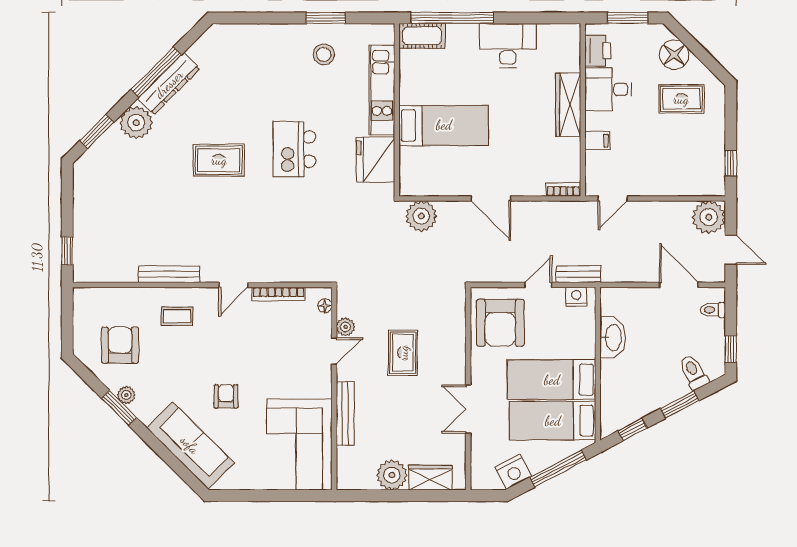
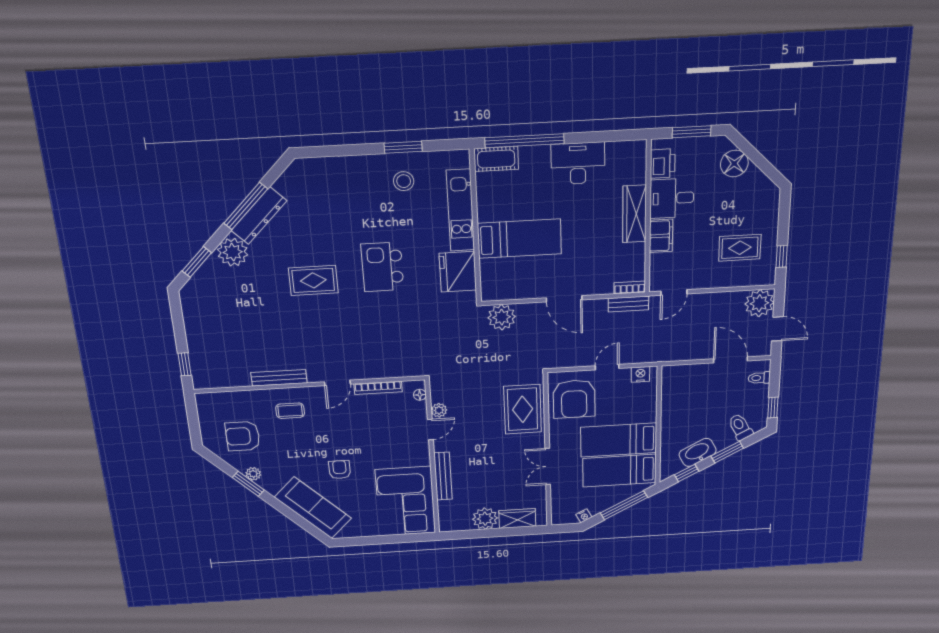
rug: (681, 99) -> (740, 248), moved
filing cabinet: (597, 141) -> (661, 236), width x2.00
bench: (578, 274) -> (628, 304), moved
washbasin: (613, 337) -> (698, 452), moved, turned -118
armchair: (120, 345) -> (243, 436), turned -90
rug: (403, 353) -> (523, 409), moved, width x1.36, depth x1.43
nightstand: (513, 472) -> (584, 516), width x0.53, depth x0.56

